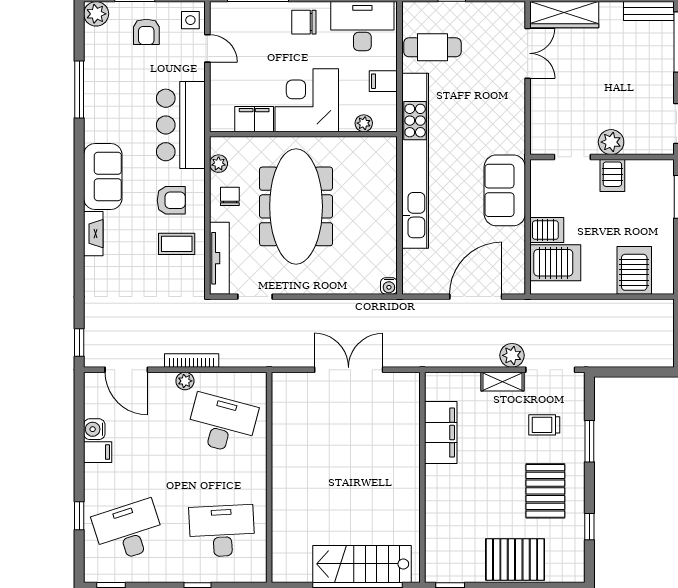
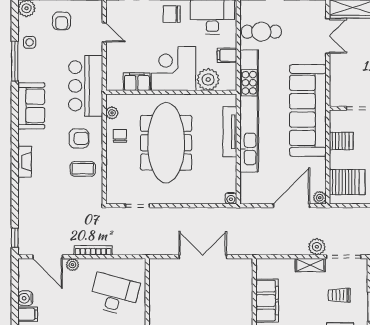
side table: (190, 20) -> (30, 42), moved
plant: (364, 123) -> (208, 79), width x1.87, depth x1.87
sofa: (103, 176) -> (31, 106), moved
sofa: (505, 190) -> (308, 110), width x1.85, depth x1.27
server rack: (547, 230) -> (341, 141), moved
tv unit: (219, 258) -> (230, 132), moved, turned 180
plant: (516, 285) -> (320, 198), added
plant: (185, 381) -> (72, 265), moved

